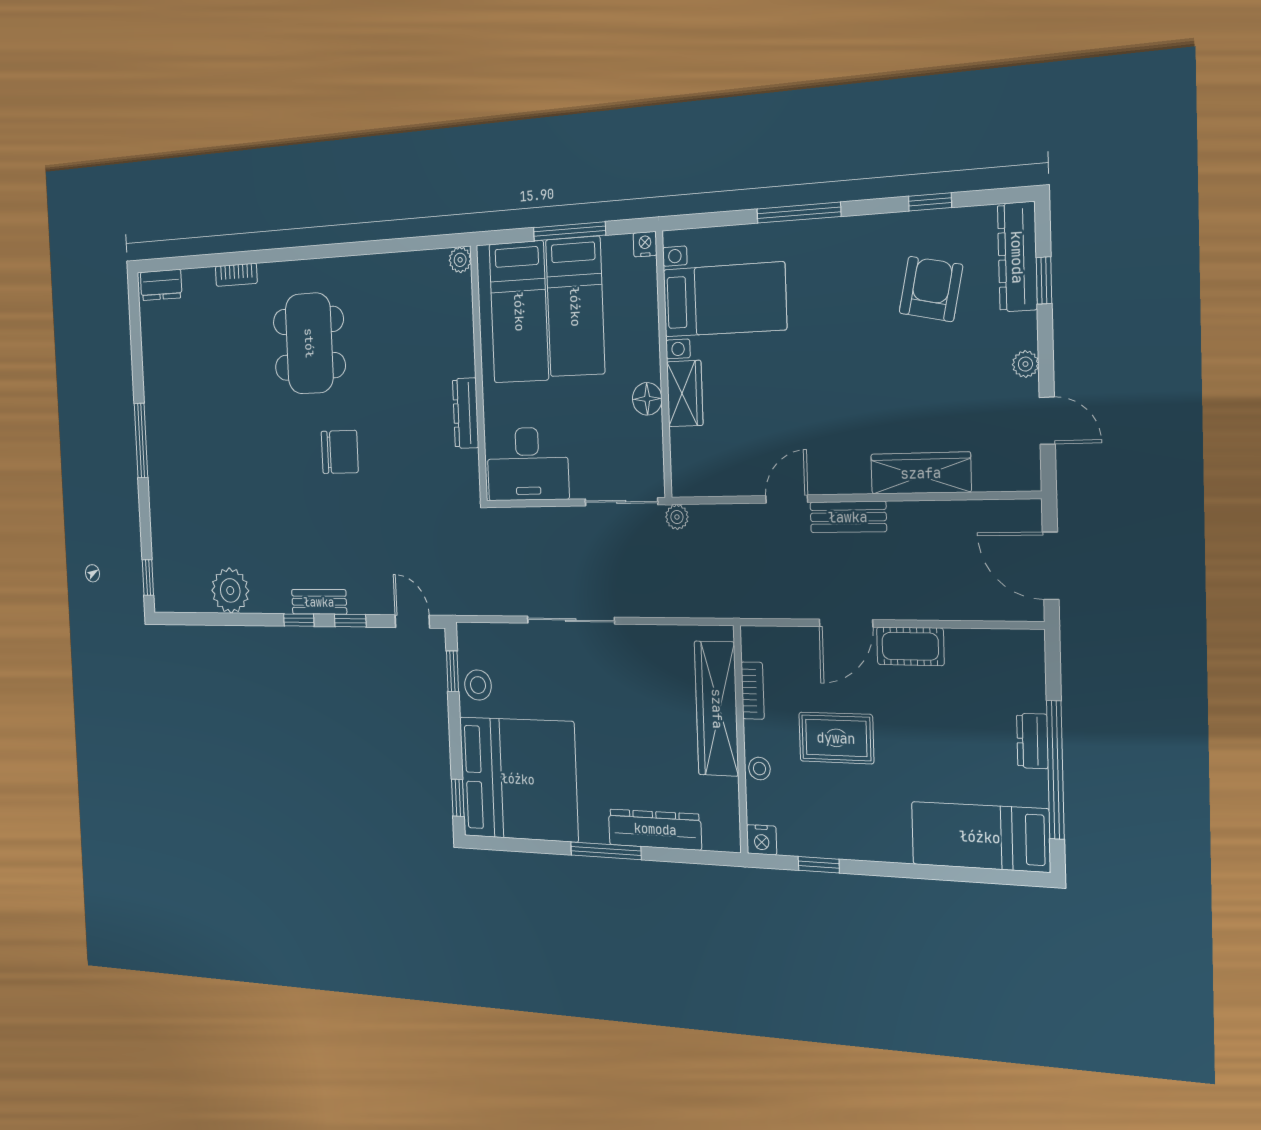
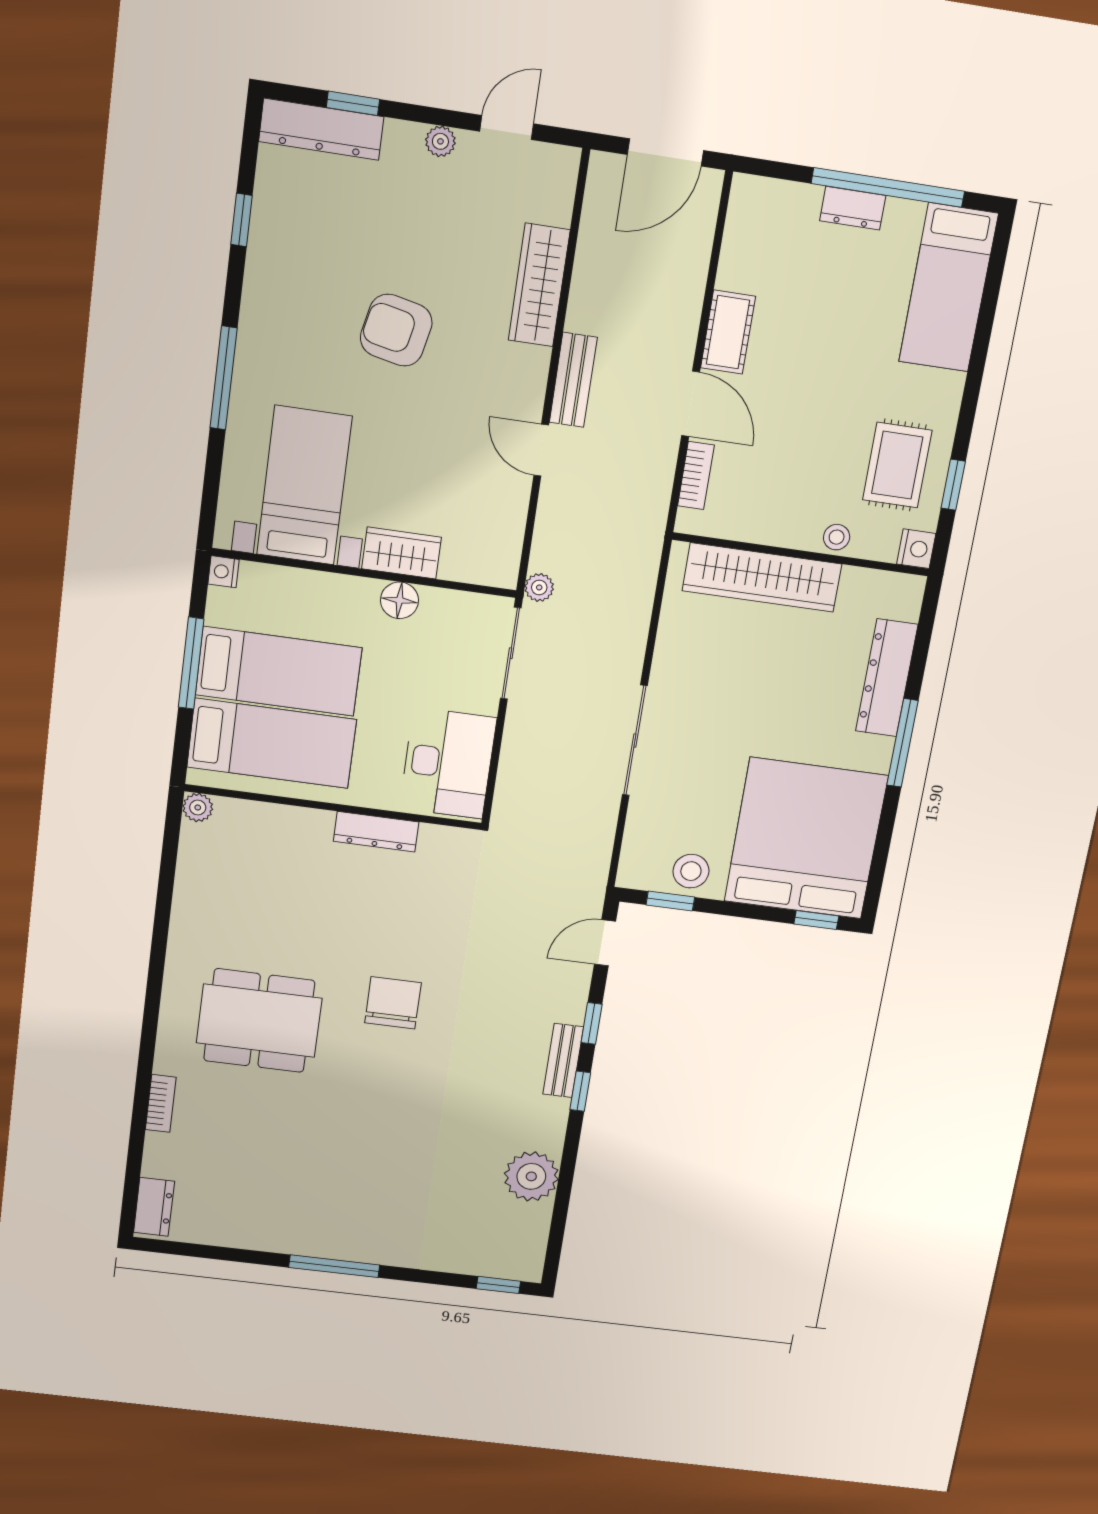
armchair: (931, 289) -> (396, 330), moved
bookcase: (753, 691) -> (696, 475), moved, turned 90
rug: (836, 738) -> (897, 465), moved

